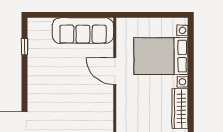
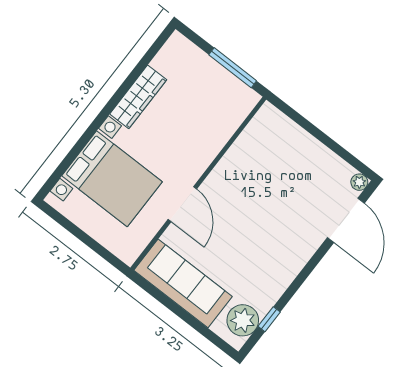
plant: (38, 36) -> (243, 320), added

